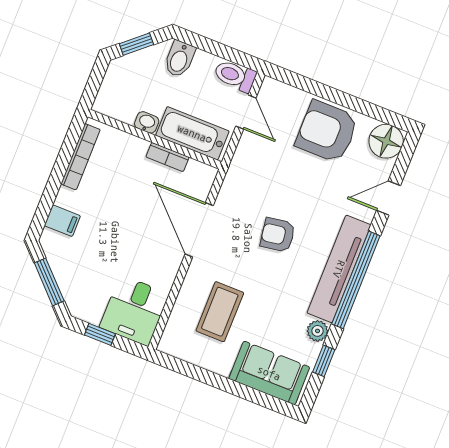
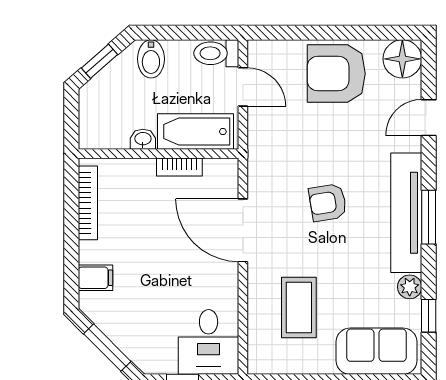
window: (356, 280) -> (429, 217), width x0.47

